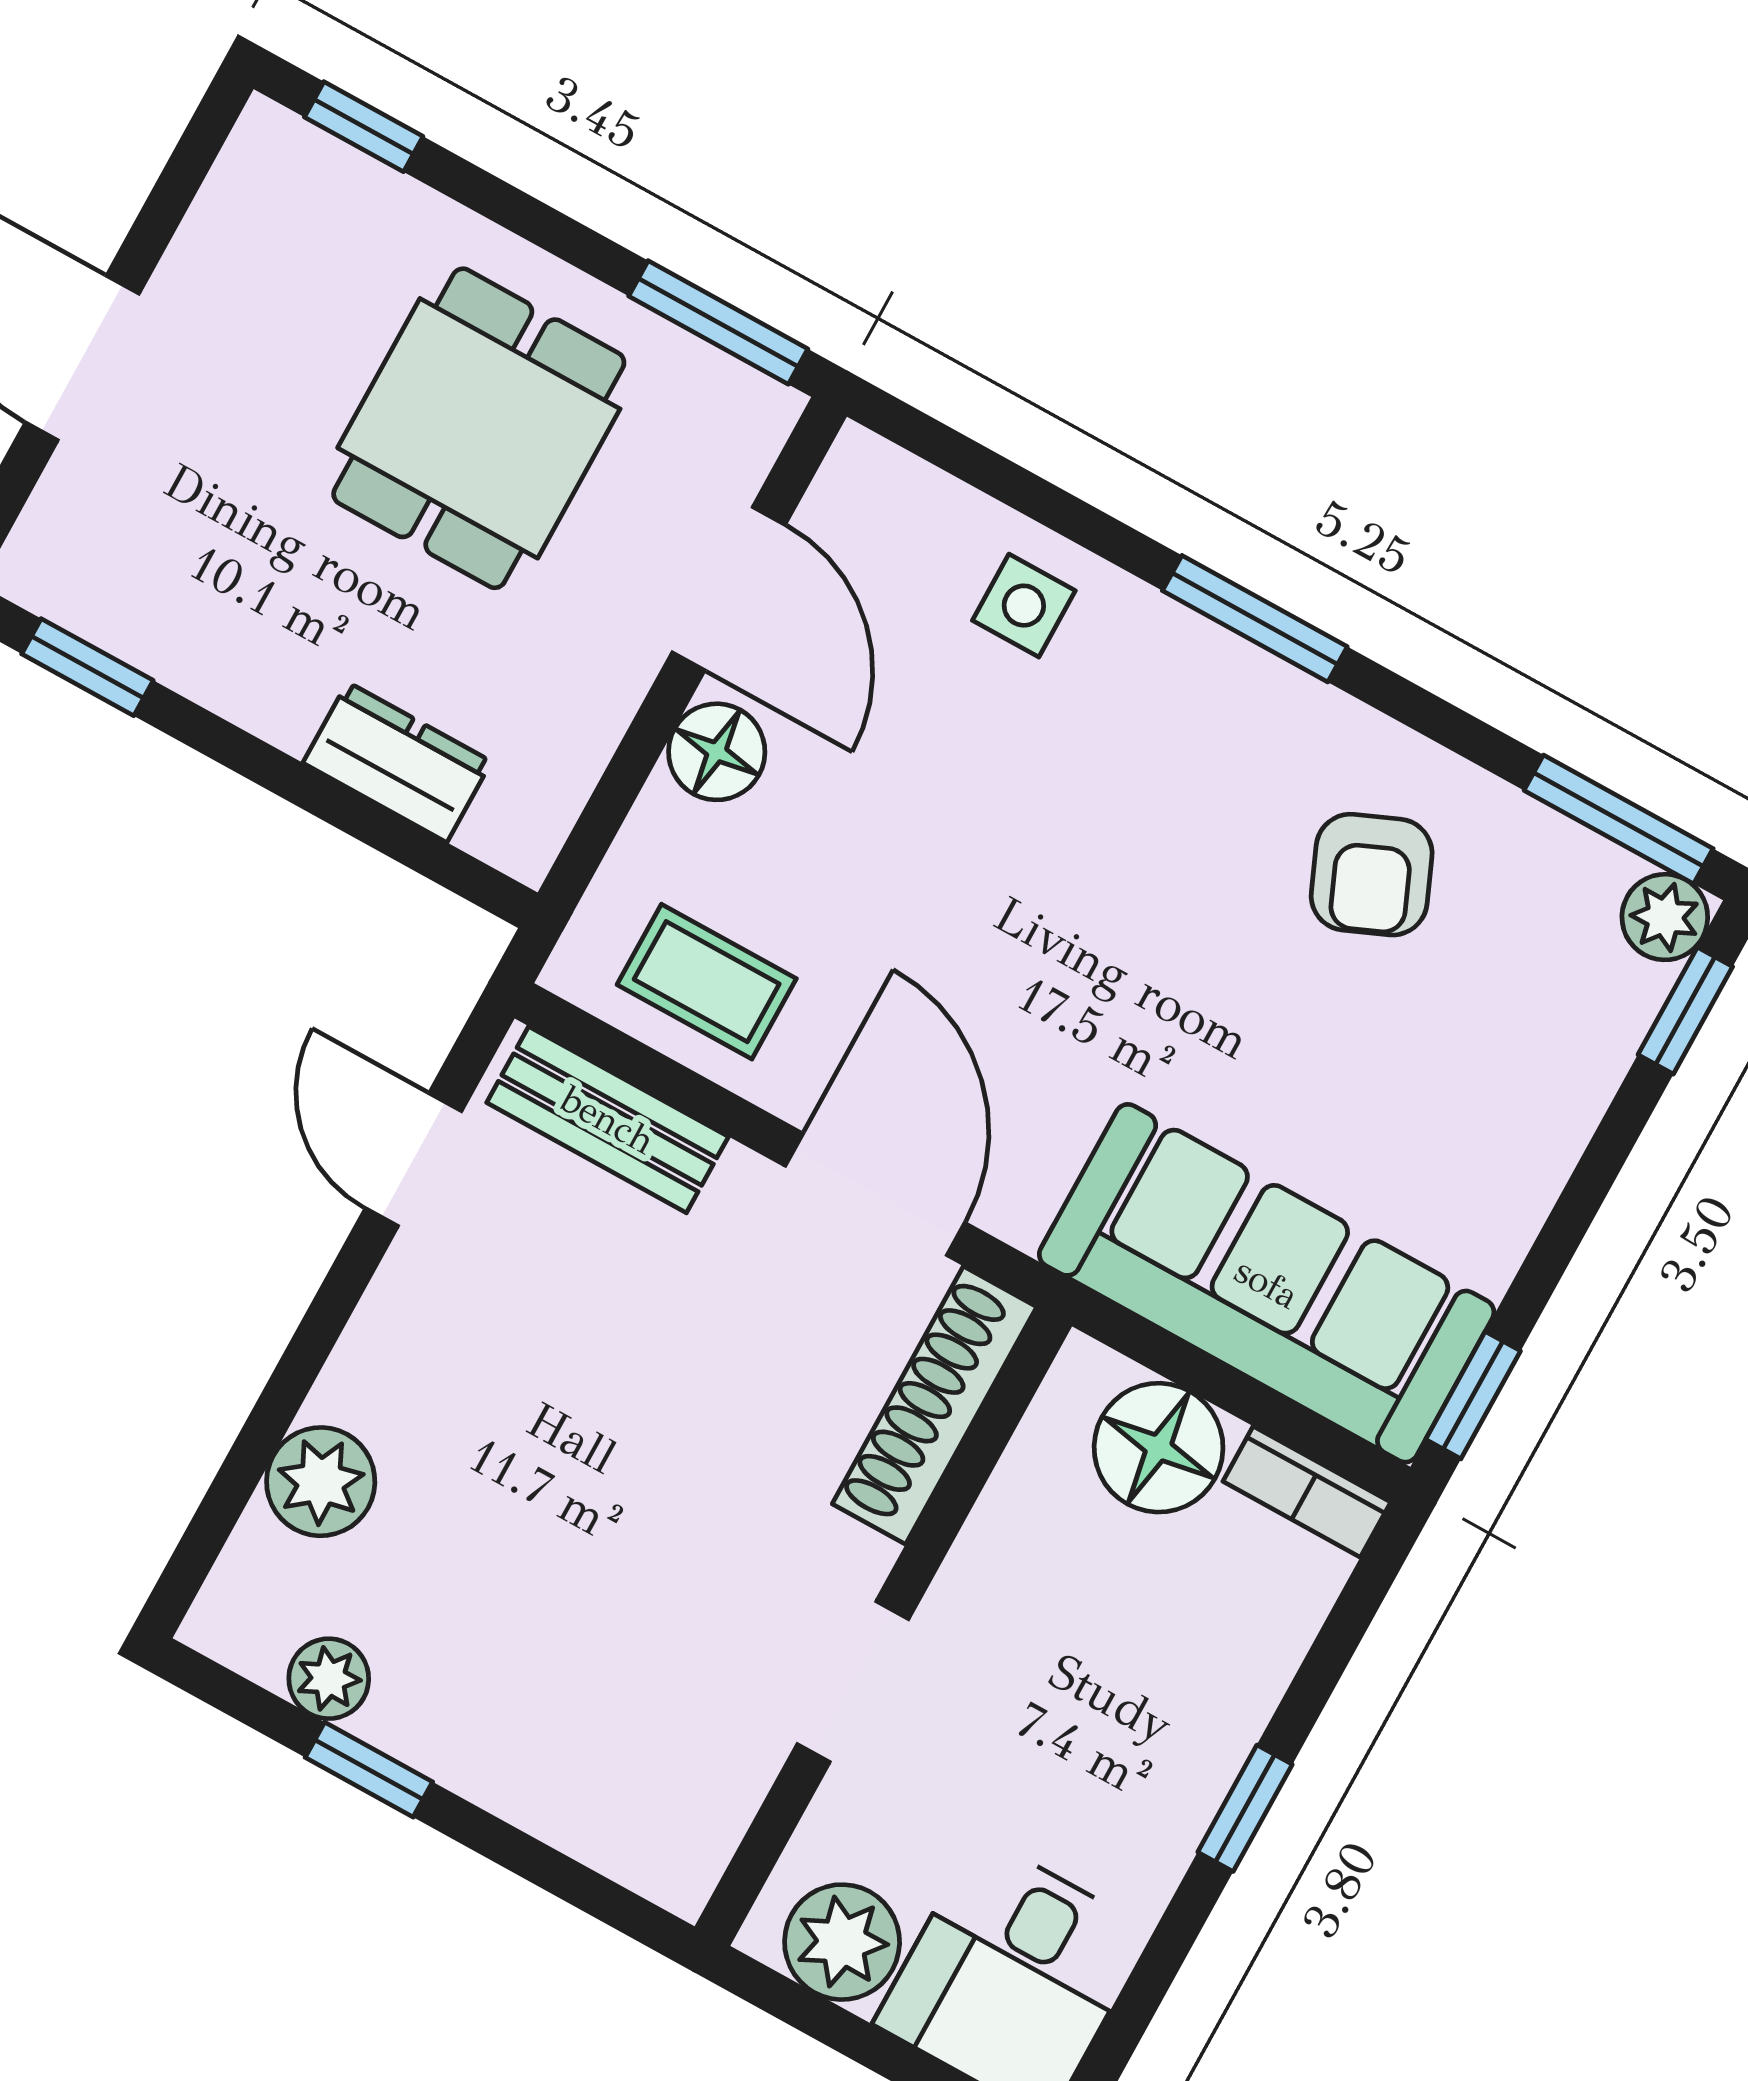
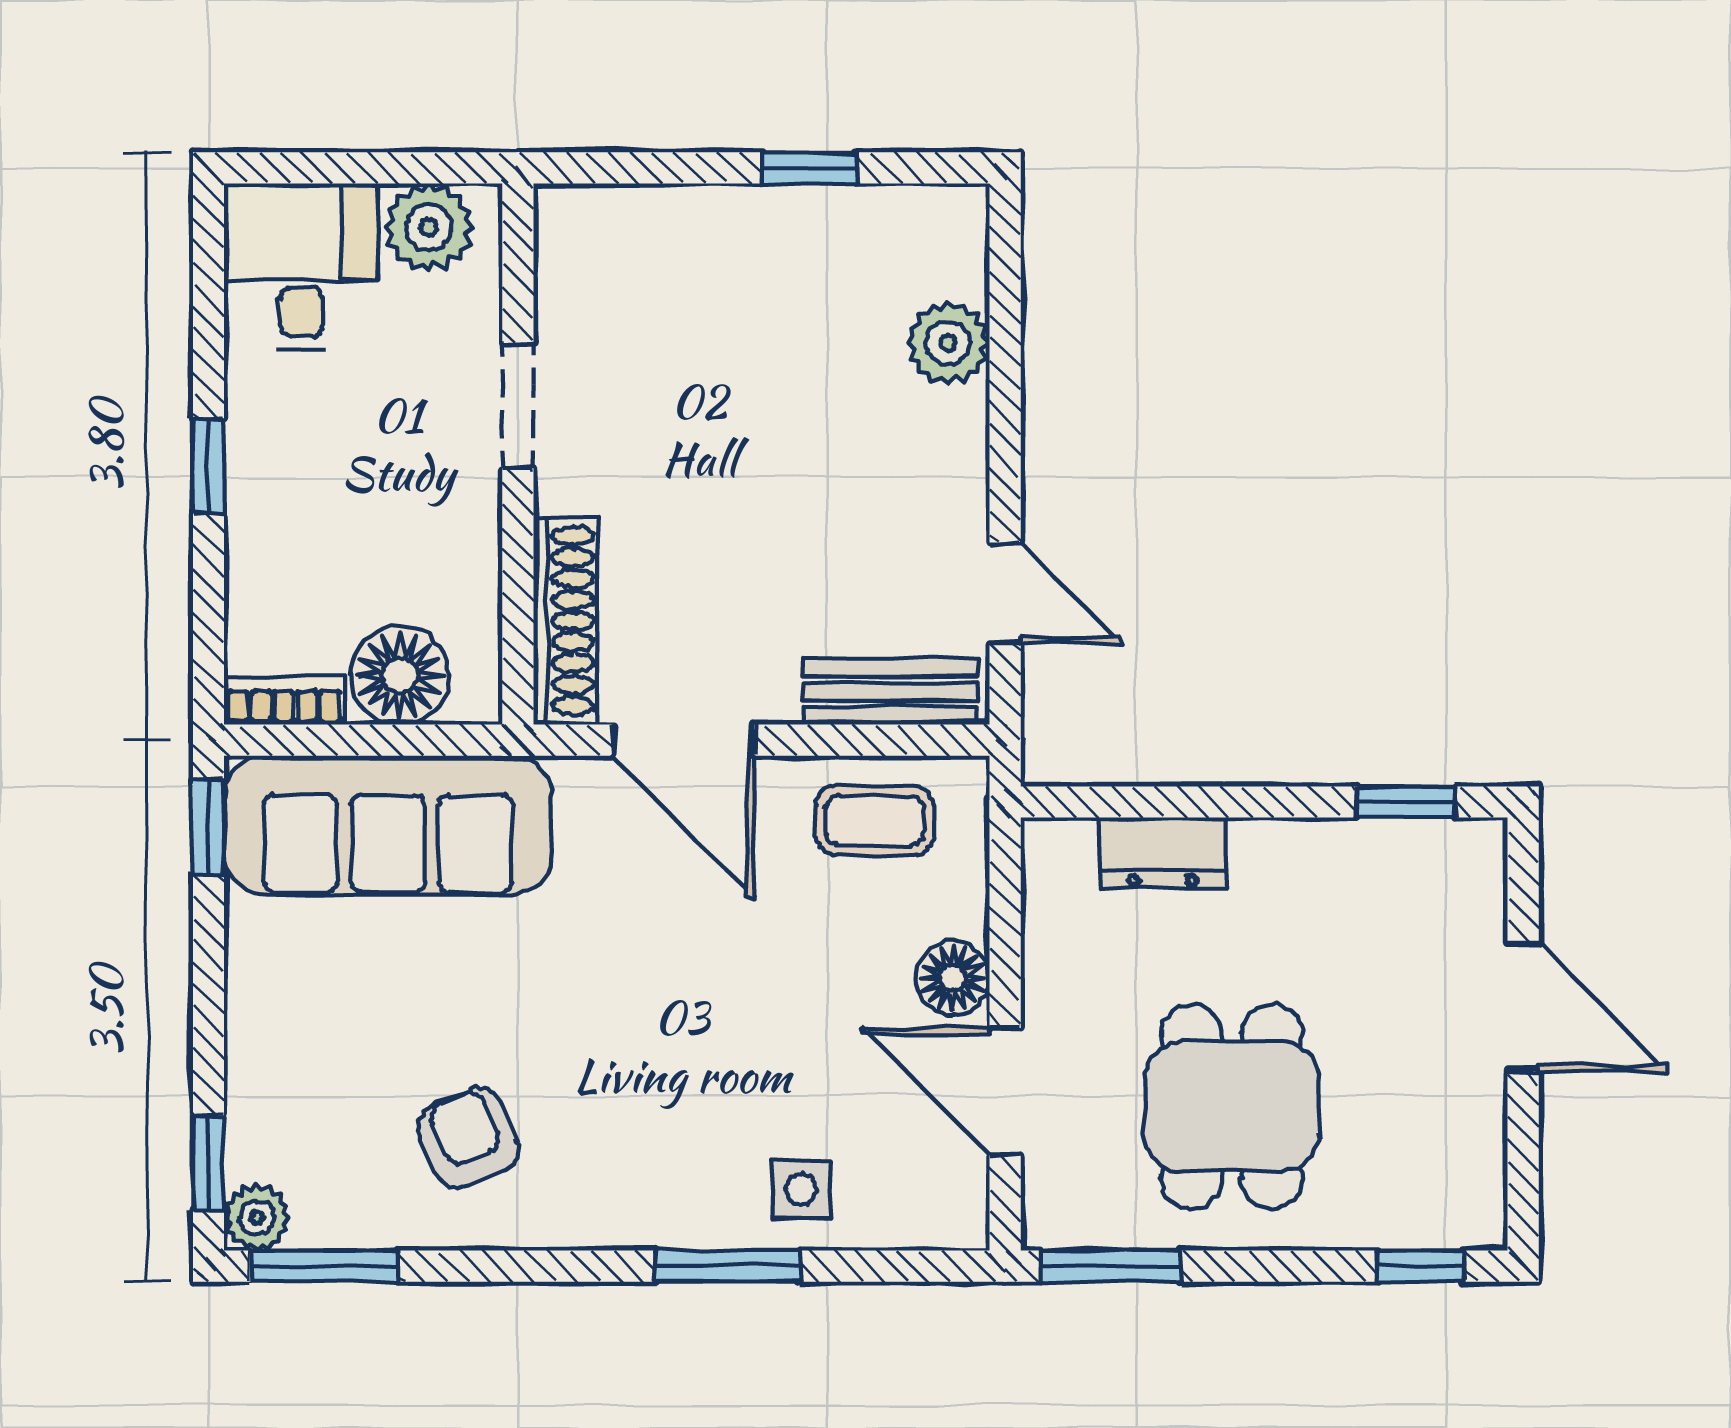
window: (1255, 619) -> (728, 1266), moved
plant: (329, 1679) -> (870, 214), removed

